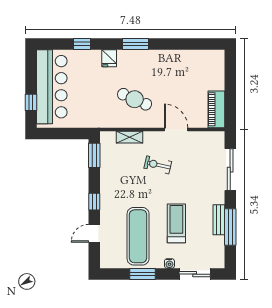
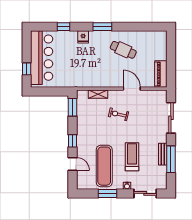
cafe table: (135, 99) -> (123, 50), moved
door: (94, 233) -> (72, 164), swing flipped

